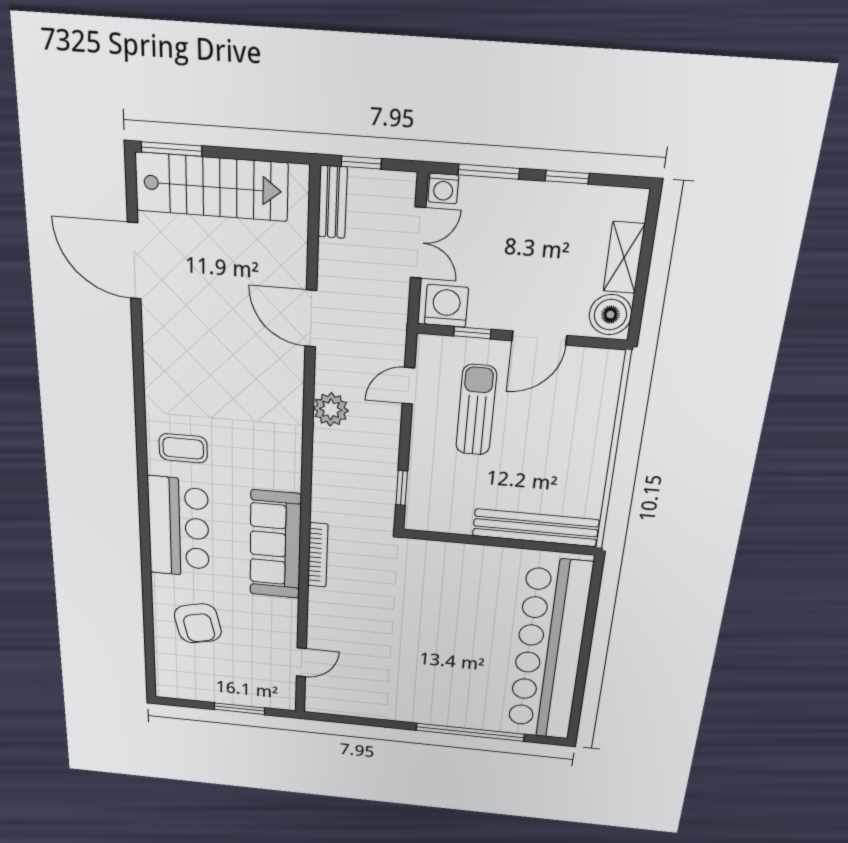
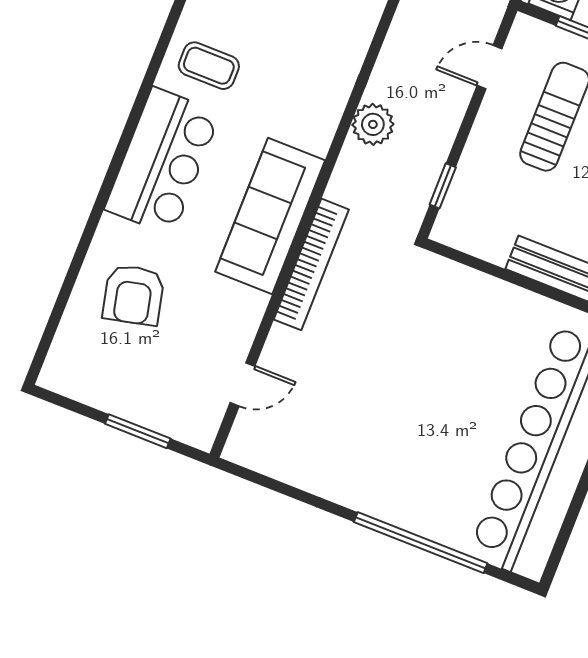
plant: (331, 409) -> (373, 124), moved
bookcase: (318, 555) -> (311, 264), width x1.48, depth x1.31

